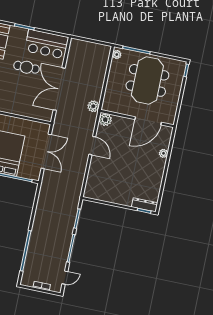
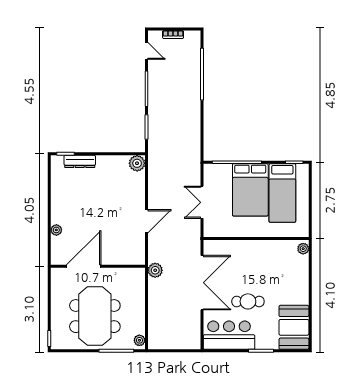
plant: (105, 120) -> (137, 163), moved
door: (92, 146) -> (146, 221), swing flipped
double door: (46, 151) -> (202, 202), width x0.73
dresser: (145, 205) -> (80, 161), moved
door: (65, 278) -> (146, 51), swing flipped

